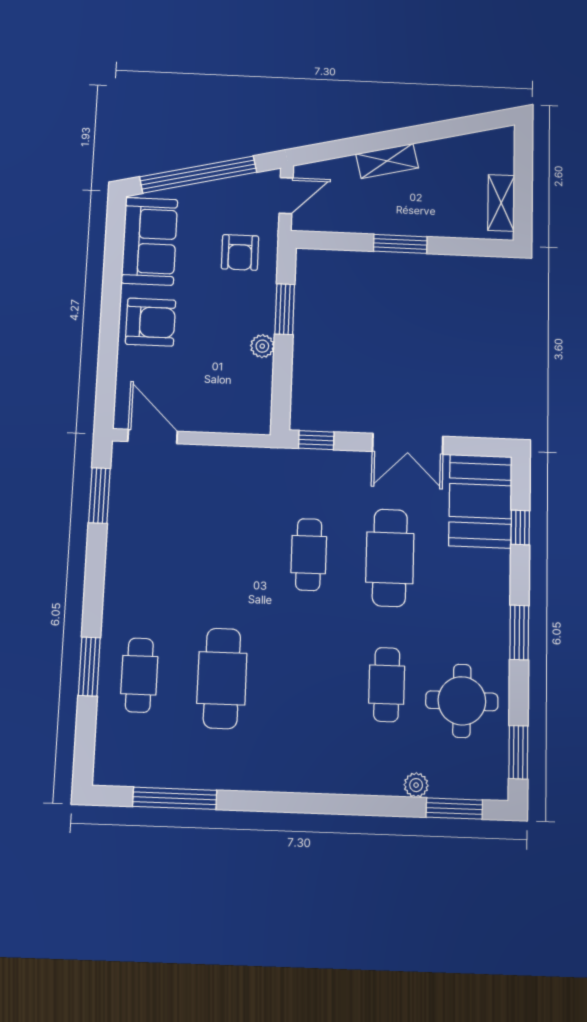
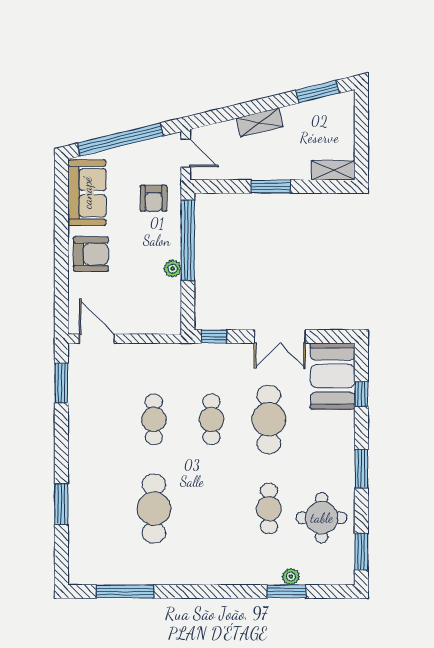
window: (465, 125) -> (317, 92), added
door: (286, 196) -> (186, 153), hinge flipped
shelving: (501, 203) -> (333, 170), moved, turned 90
window: (285, 309) -> (188, 240), width x2.11
cafe table: (139, 675) -> (154, 419), moved
window: (454, 809) -> (286, 591), moved

